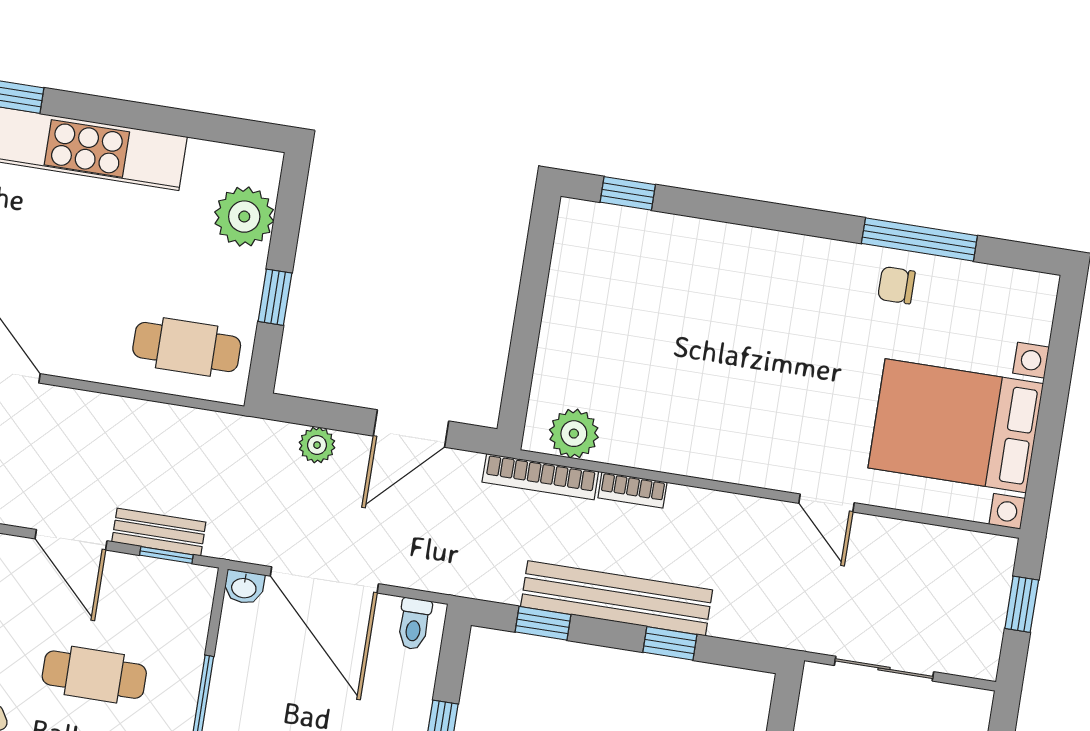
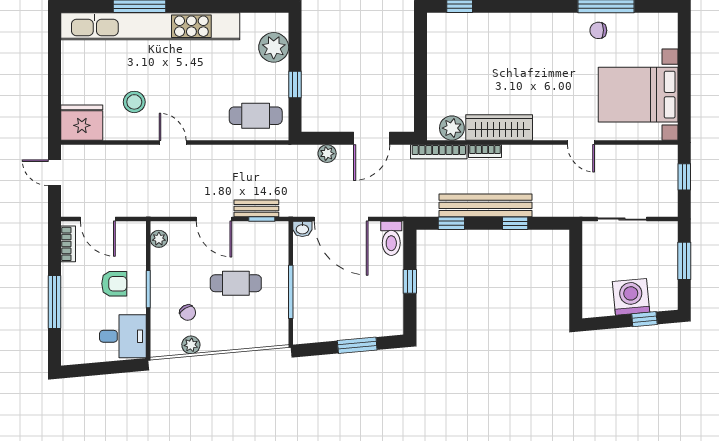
wardrobe: (668, 447) -> (499, 127), added
toilet: (414, 624) -> (391, 238), width x1.37, depth x1.39

